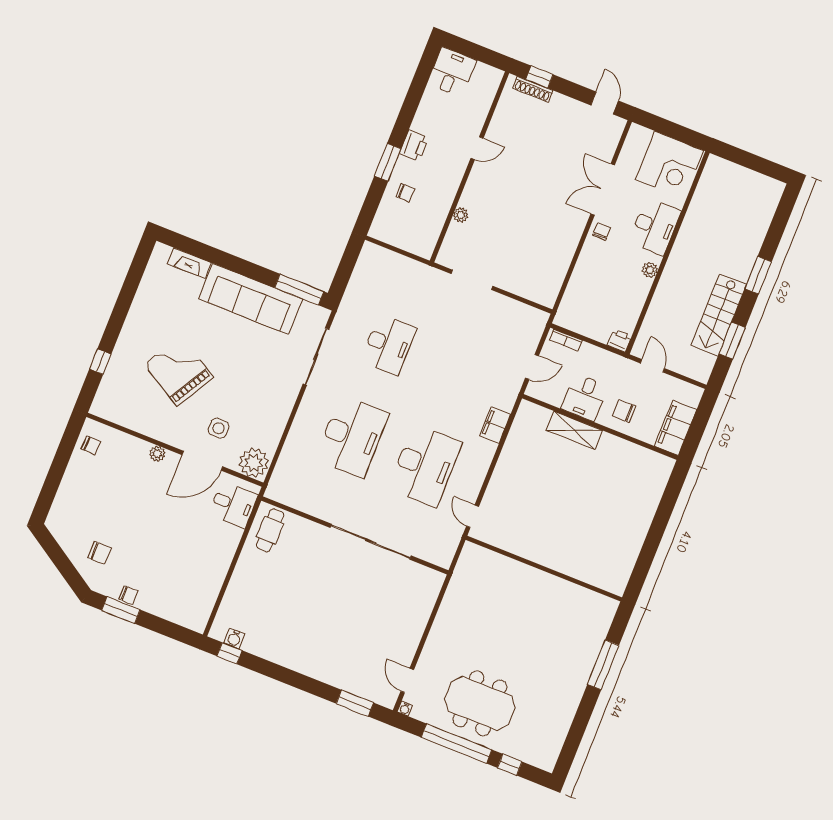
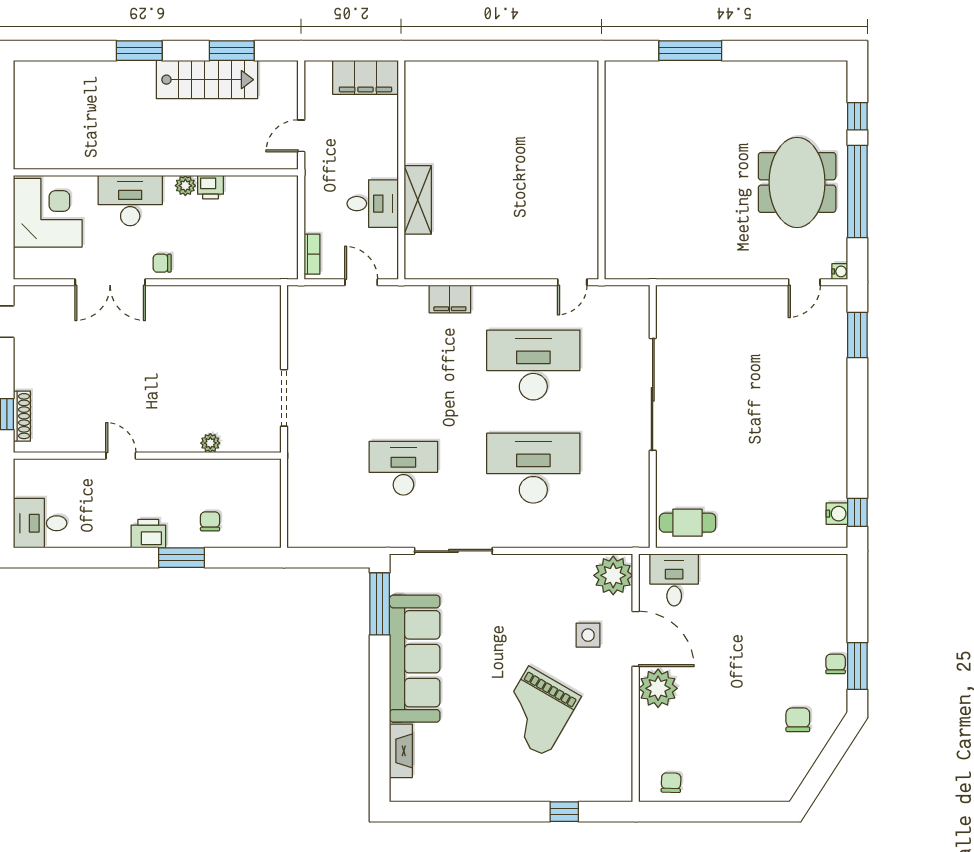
printer: (620, 341) -> (210, 187), moved, turned -90
chair: (624, 411) -> (370, 148), removed
plant: (157, 454) -> (658, 688), width x1.88, depth x1.88

